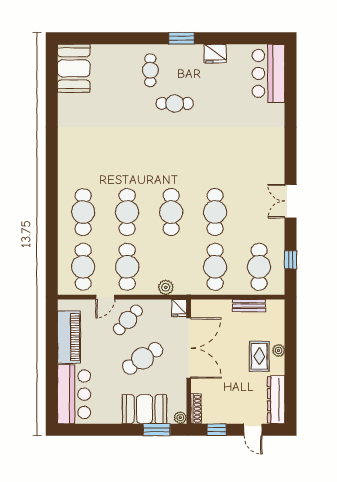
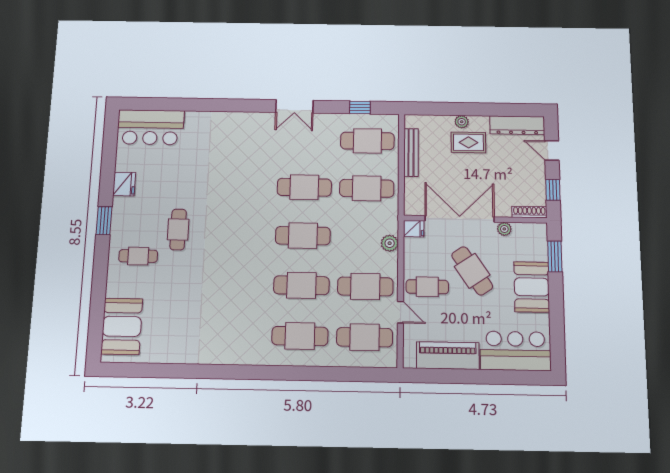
booth: (74, 68) -> (122, 326), moved, turned 90
bench: (249, 306) -> (411, 152), width x1.36
cafe table: (128, 320) -> (427, 287), turned -43
booth: (145, 409) -> (532, 287), moved
plant: (180, 418) -> (504, 229), moved
door: (253, 430) -> (552, 151), swing flipped

